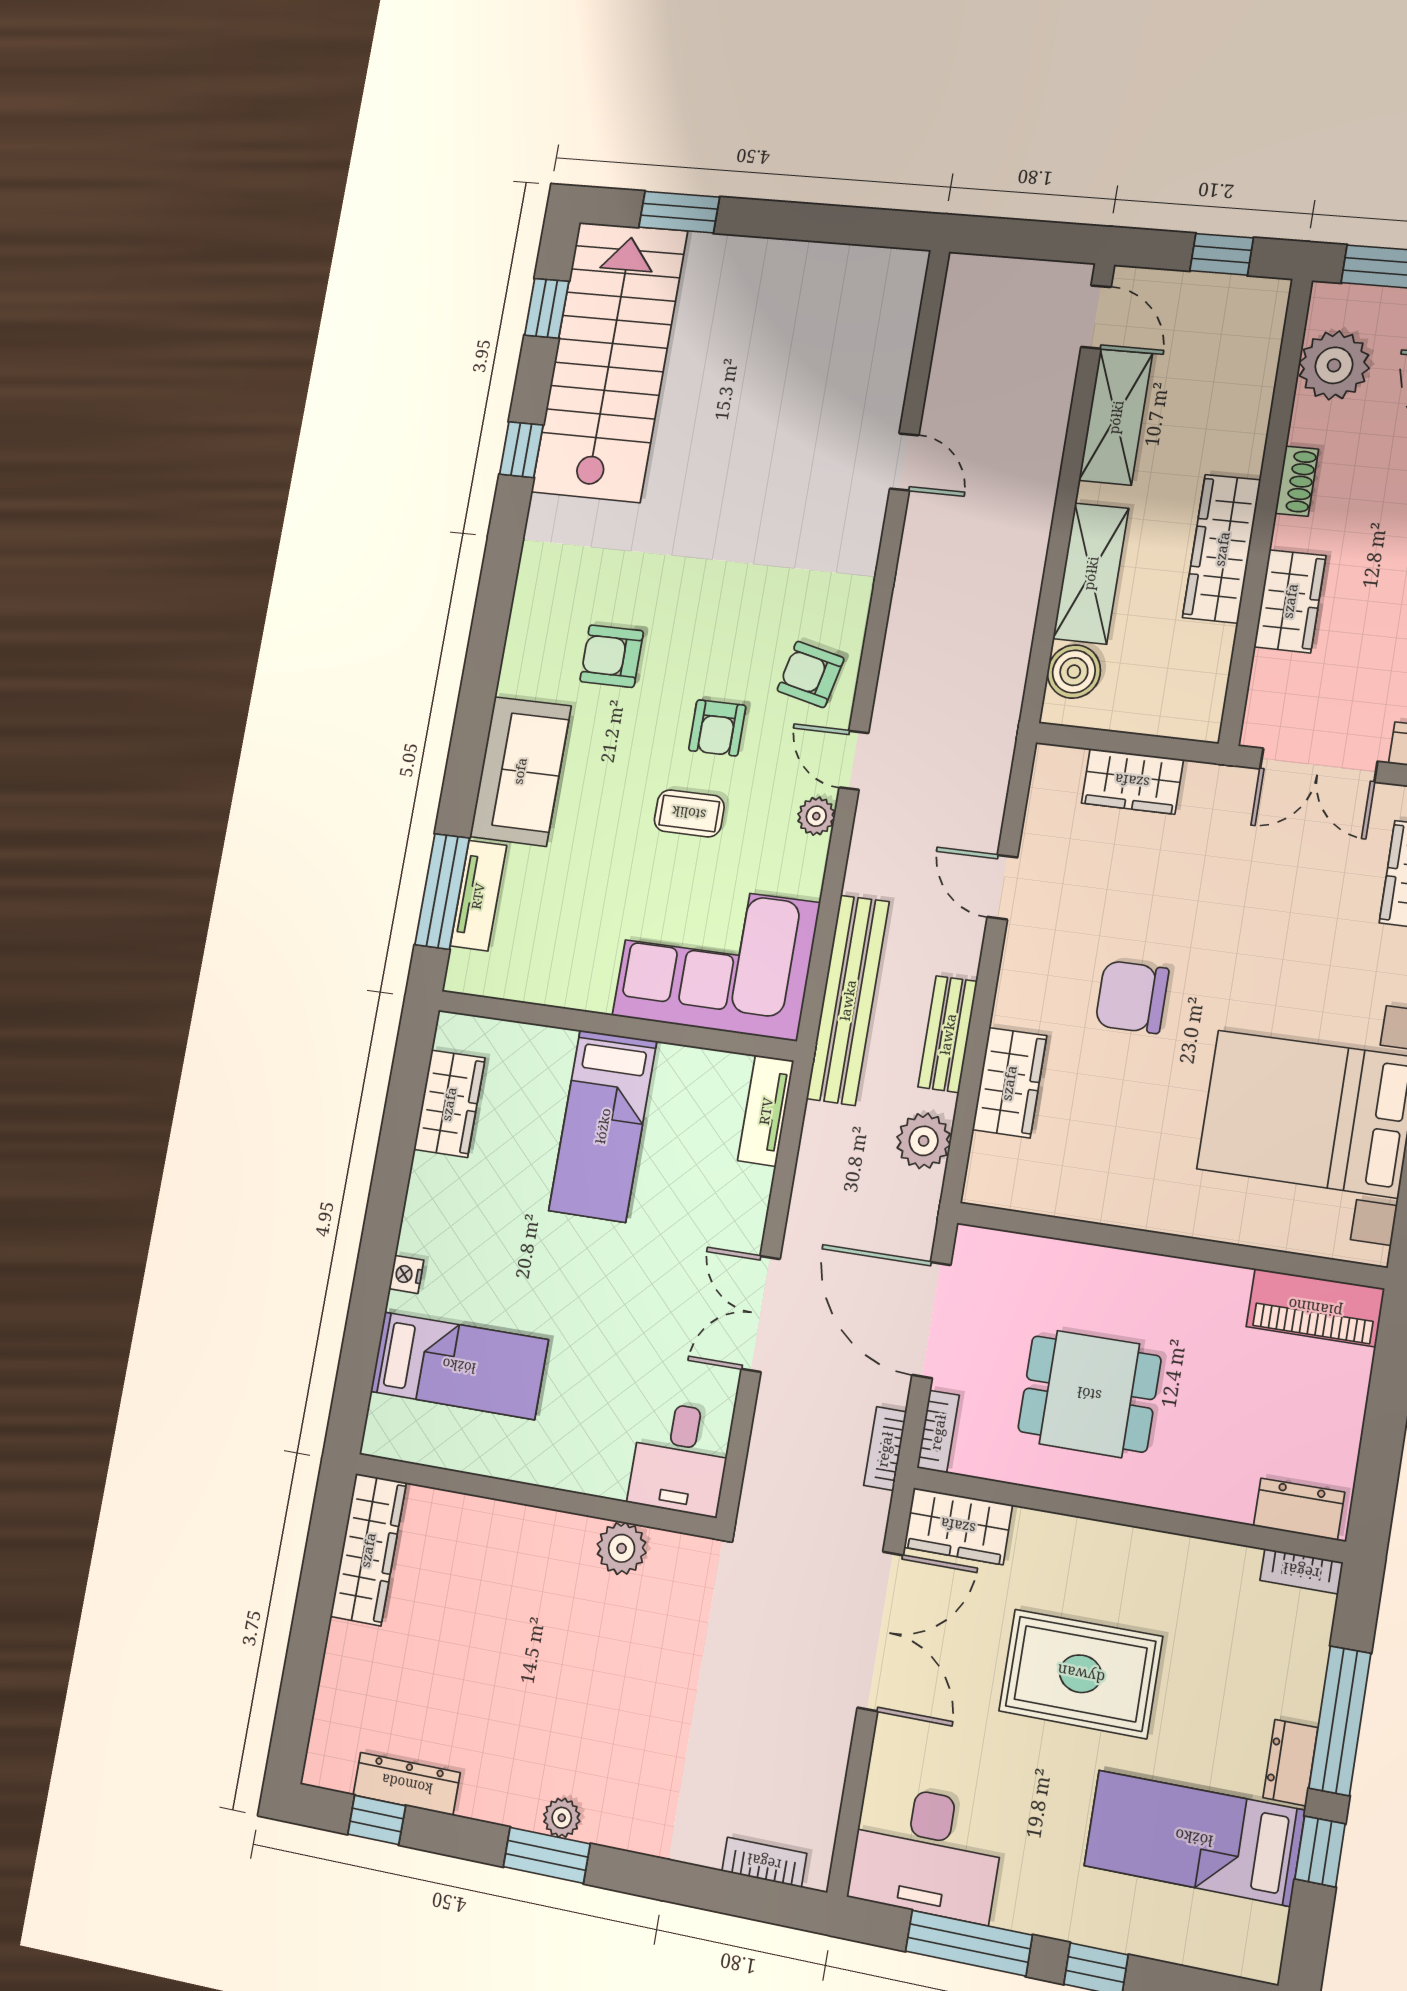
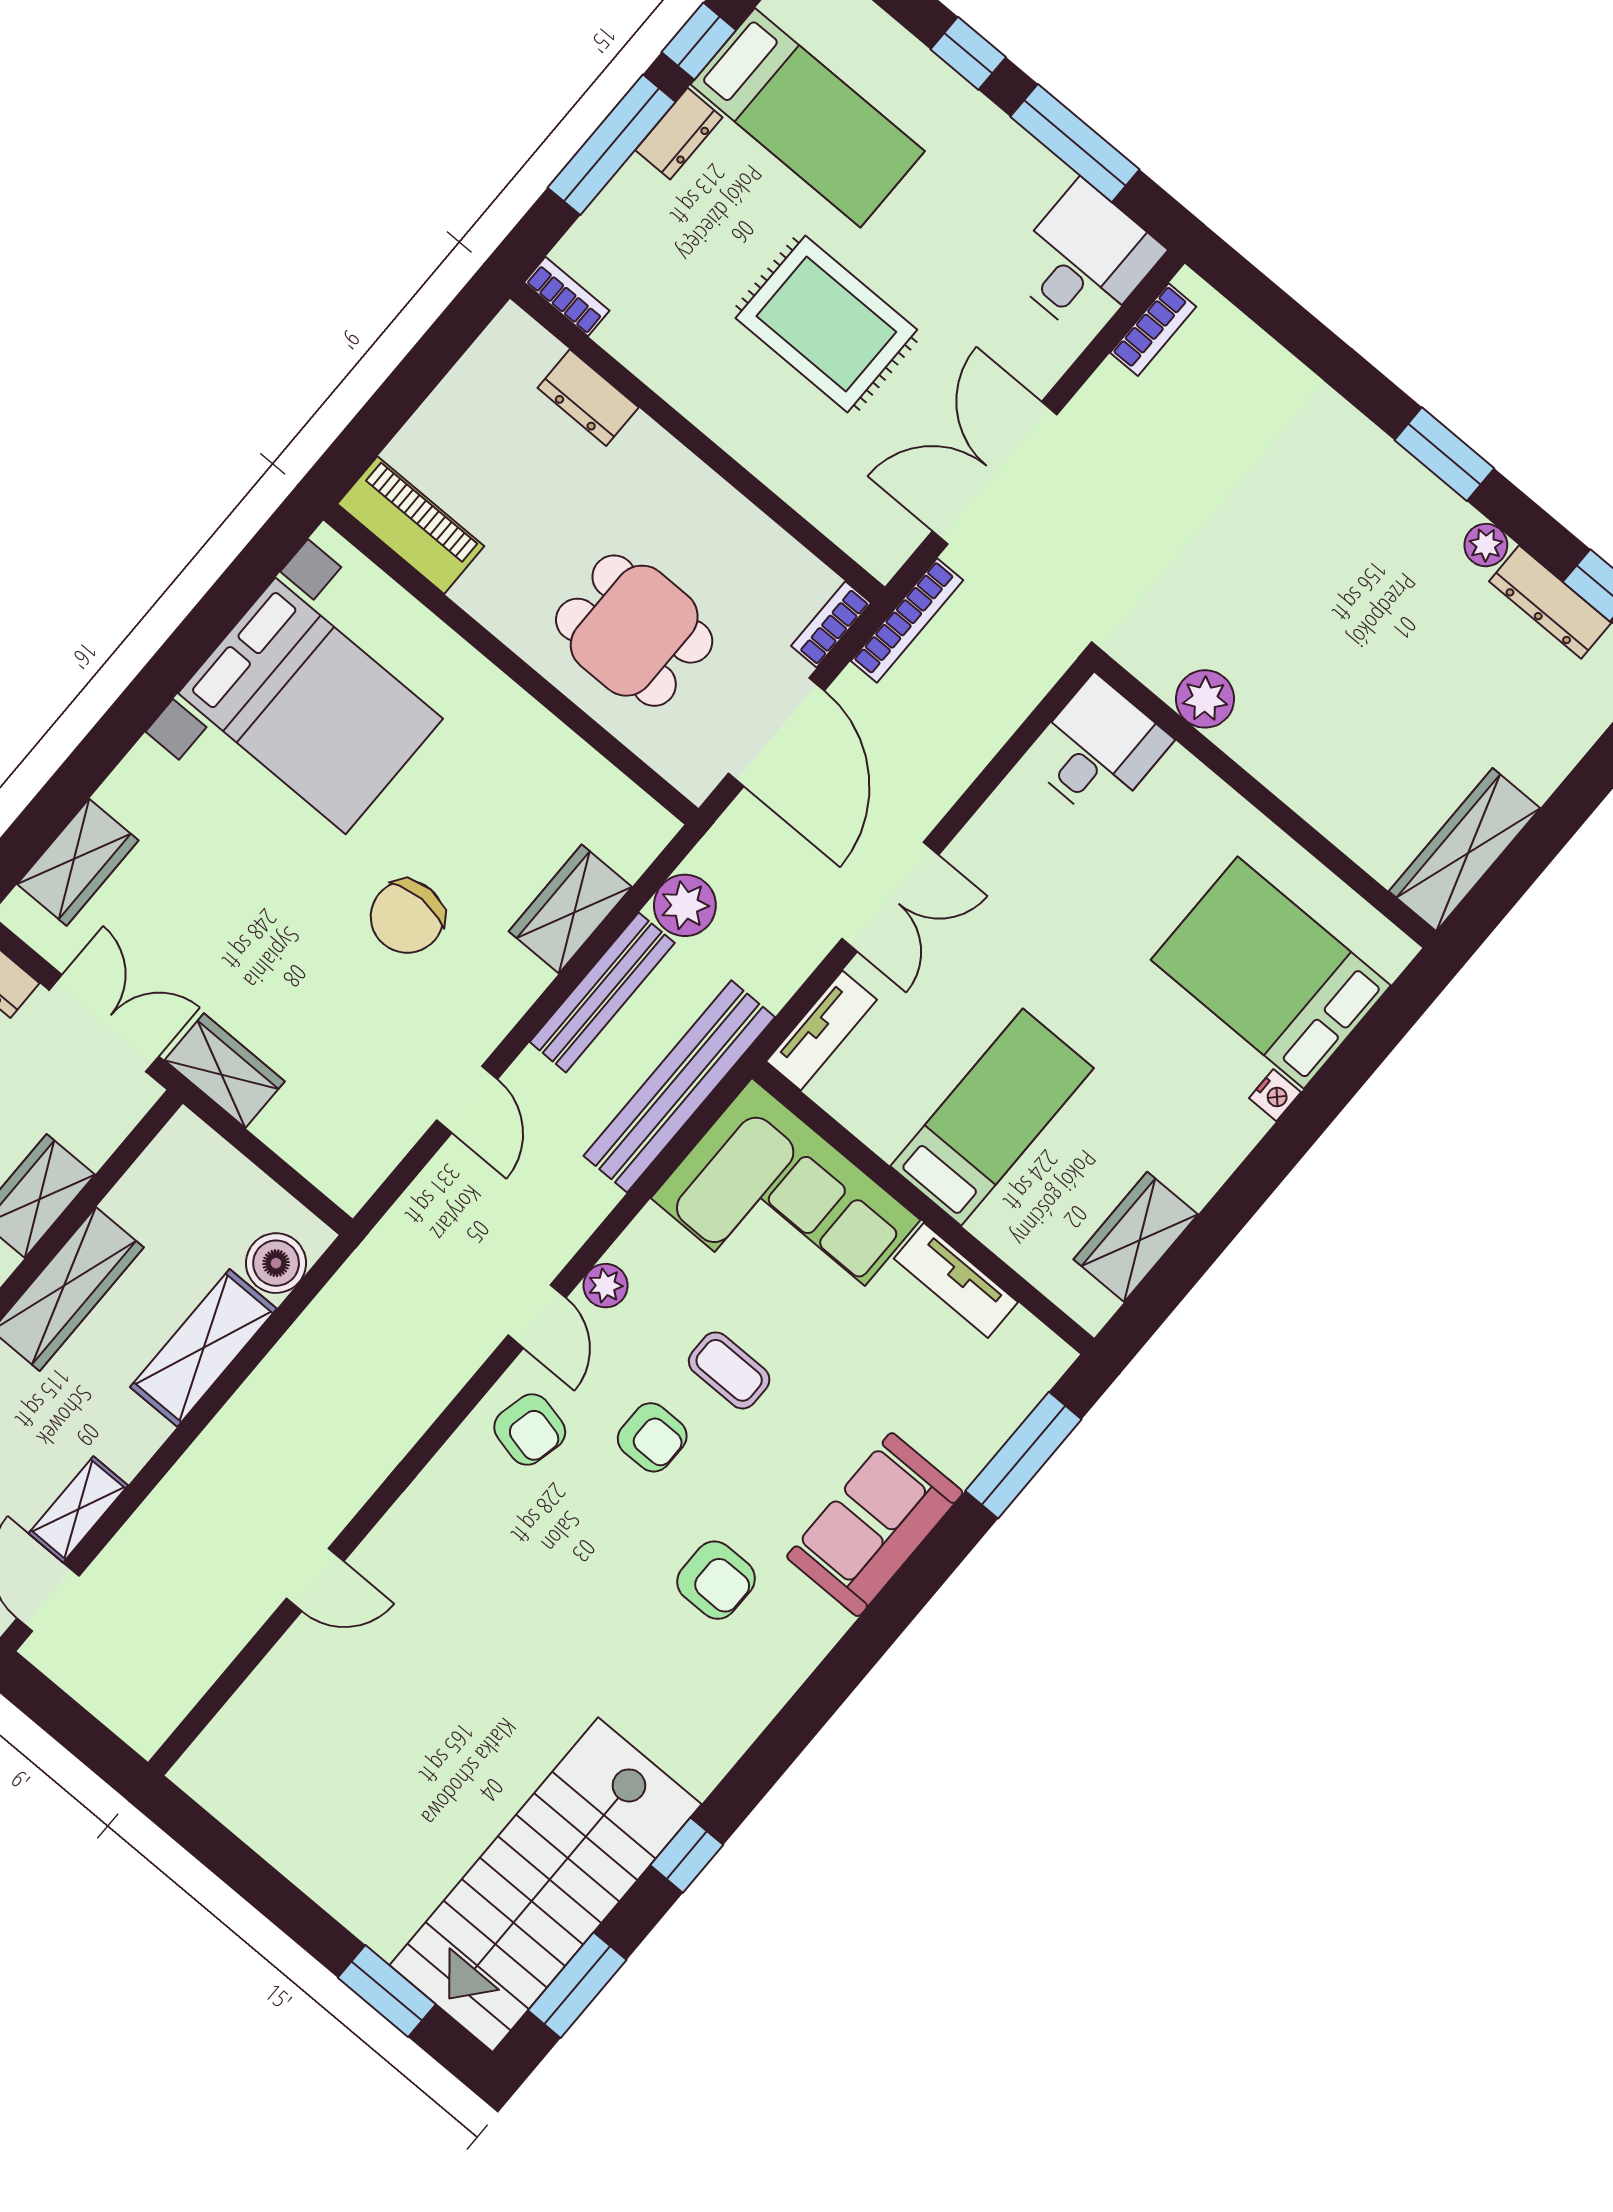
window: (547, 308) -> (577, 1985), width x1.50
shelving: (1116, 417) -> (78, 1509), width x0.67, depth x0.75
door: (904, 462) -> (315, 1580), swing flipped
armchair: (717, 728) -> (652, 1437), turned 90
wardrobe: (1132, 781) -> (225, 1071), moved
tv unit: (478, 896) -> (956, 1280), moved, turned -90
chair: (1132, 997) -> (407, 917), turned 90
bench: (948, 1034) -> (602, 992), width x1.36
double door: (761, 1314) -> (890, 897), moved
bed: (459, 1366) -> (1271, 973), width x1.50
dining table: (1089, 1394) -> (634, 631), moved
bookcase: (885, 1449) -> (907, 620), width x1.56
dresser: (1299, 1509) -> (588, 398), moved
wardrobe: (958, 1526) -> (863, 526), removed
plant: (562, 1818) -> (1486, 545), moved
desk: (927, 1853) -> (1084, 260), width x0.73
bookcase: (764, 1862) -> (1153, 330), moved, turned -90

